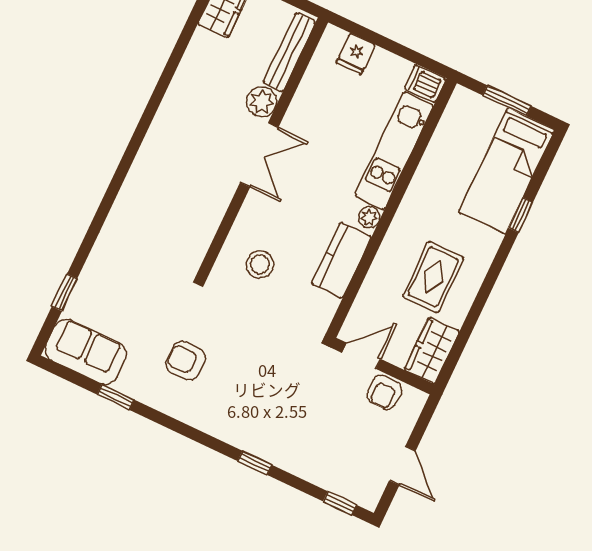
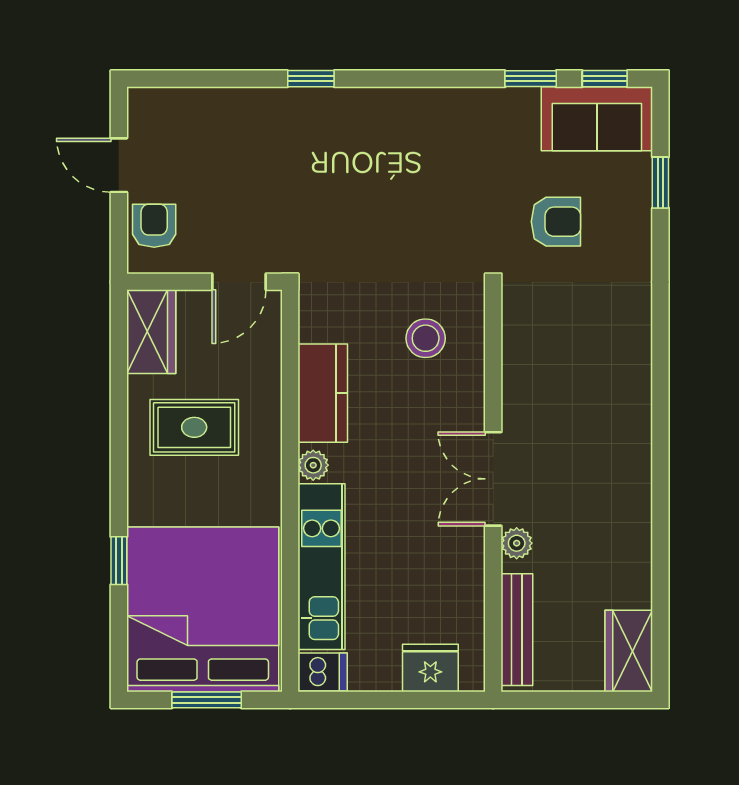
fridge: (356, 54) -> (430, 668), width x1.38
plant: (262, 102) -> (517, 543), width x0.73, depth x0.73
bed: (507, 171) -> (203, 609), width x2.04
rug: (433, 277) -> (194, 427), turned 90
armchair: (186, 361) -> (556, 222), moved
armchair: (384, 392) -> (154, 226), moved
window: (340, 503) -> (605, 79), moved

